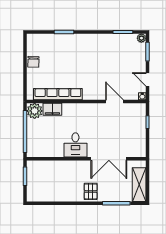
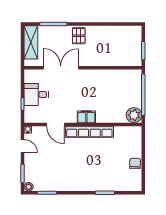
row of seats: (58, 94) -> (89, 132), moved
filing cabinet: (52, 109) -> (86, 117), moved
desk: (75, 145) -> (36, 95), moved, turned -90

